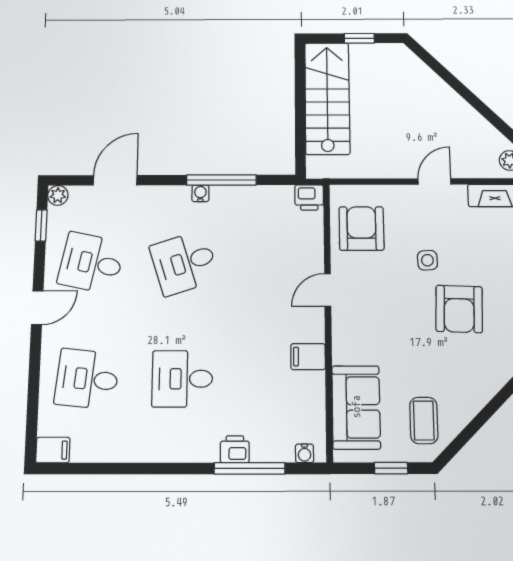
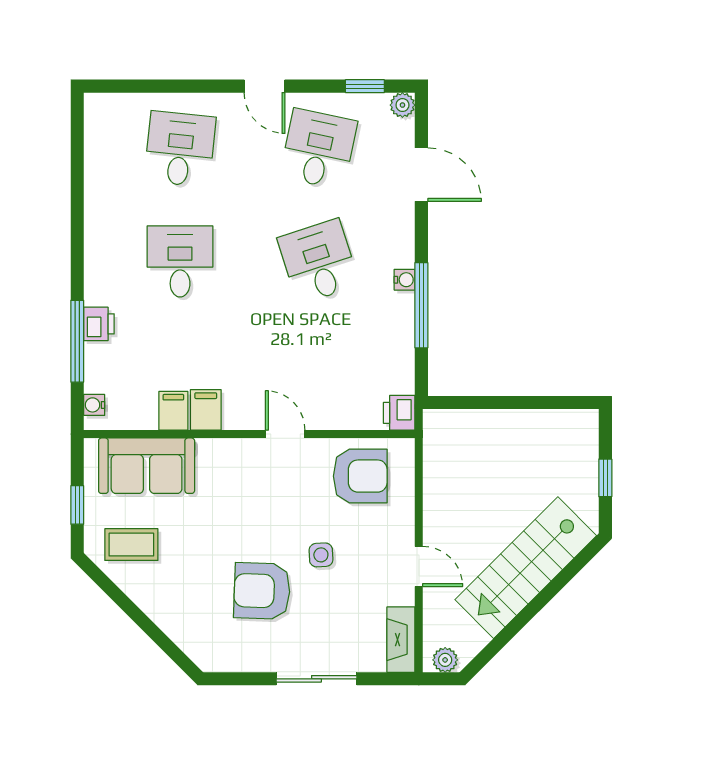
stairs: (327, 98) -> (526, 568), moved, turned 135
filing cabinet: (53, 450) -> (173, 411), moved, turned 180

